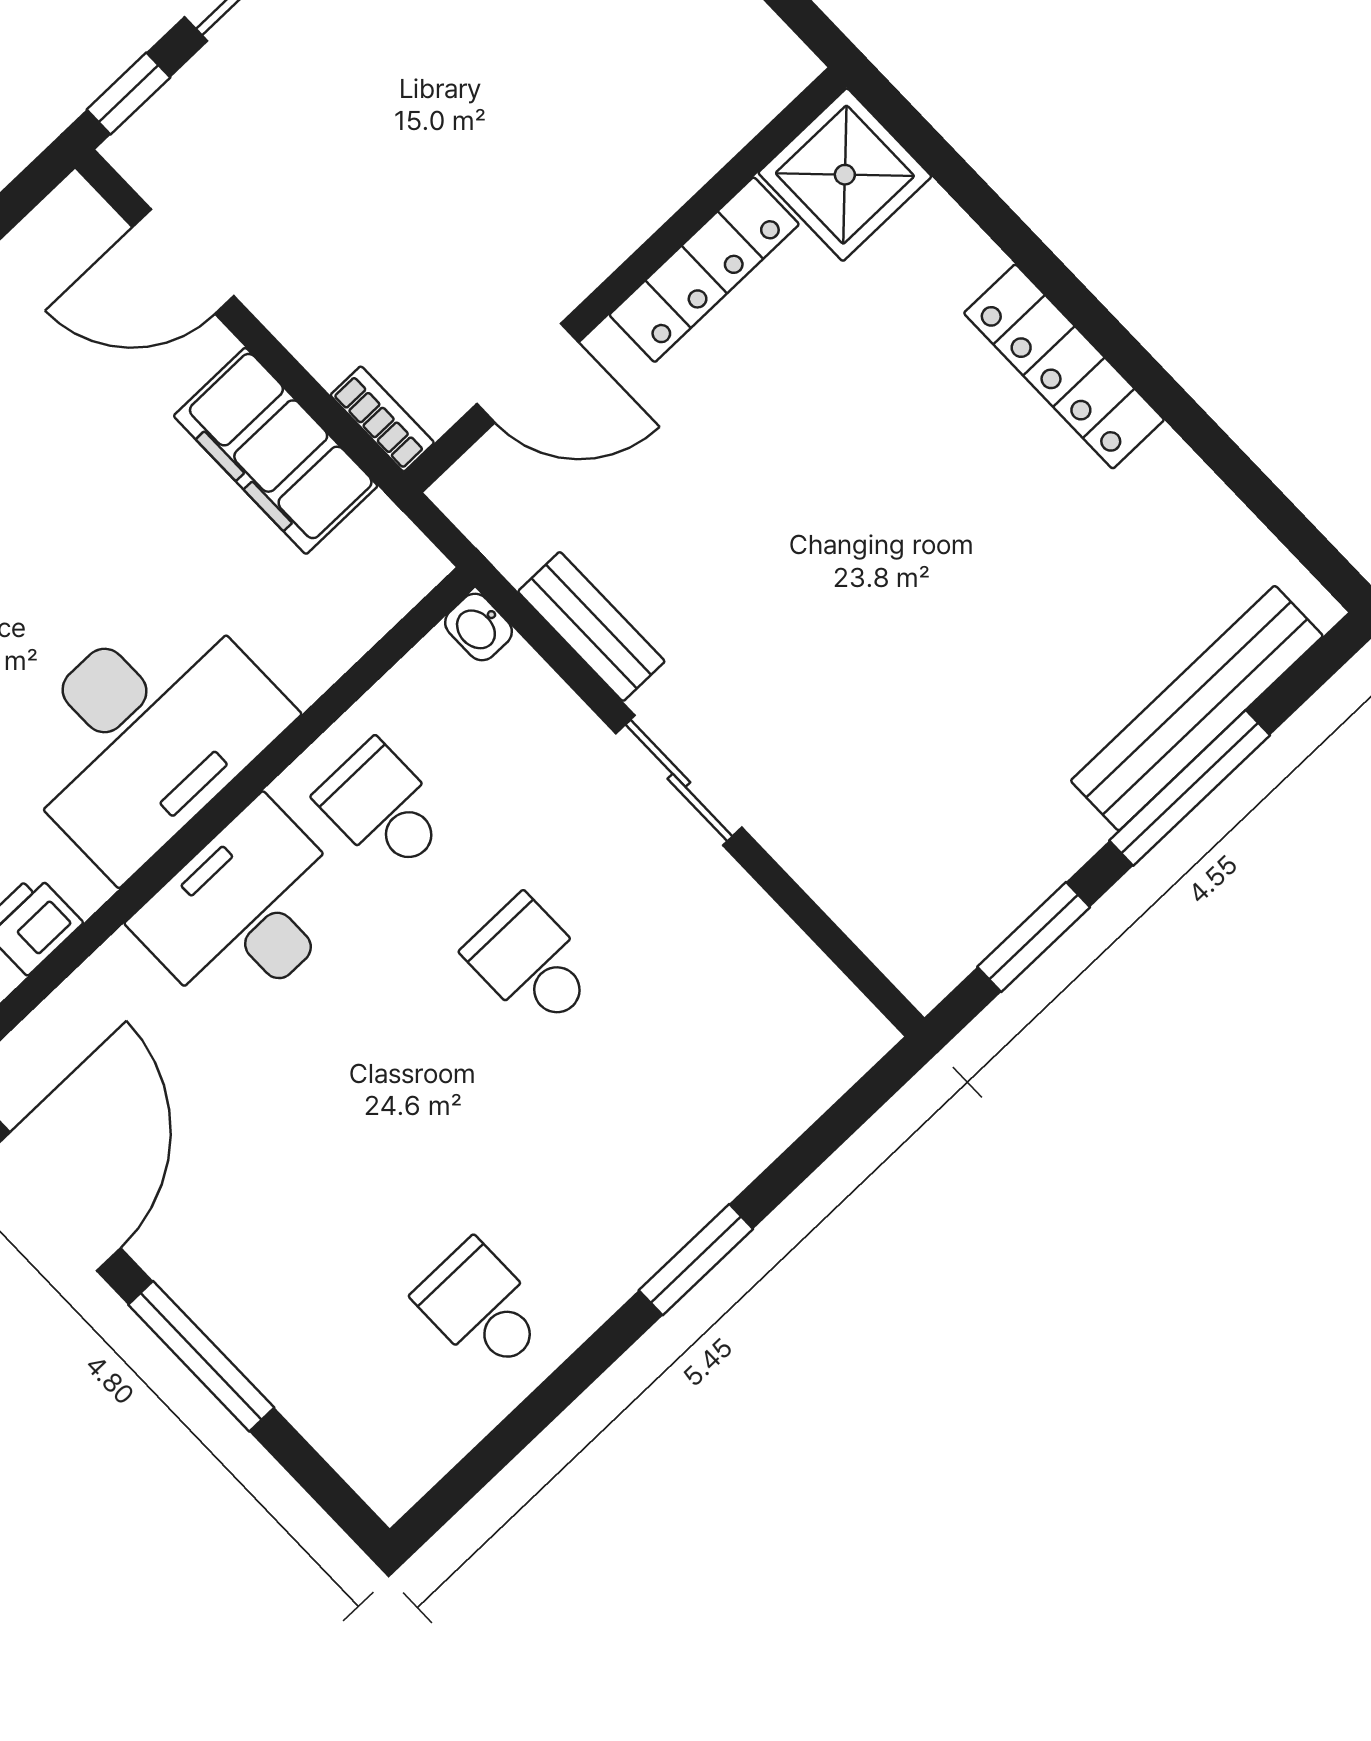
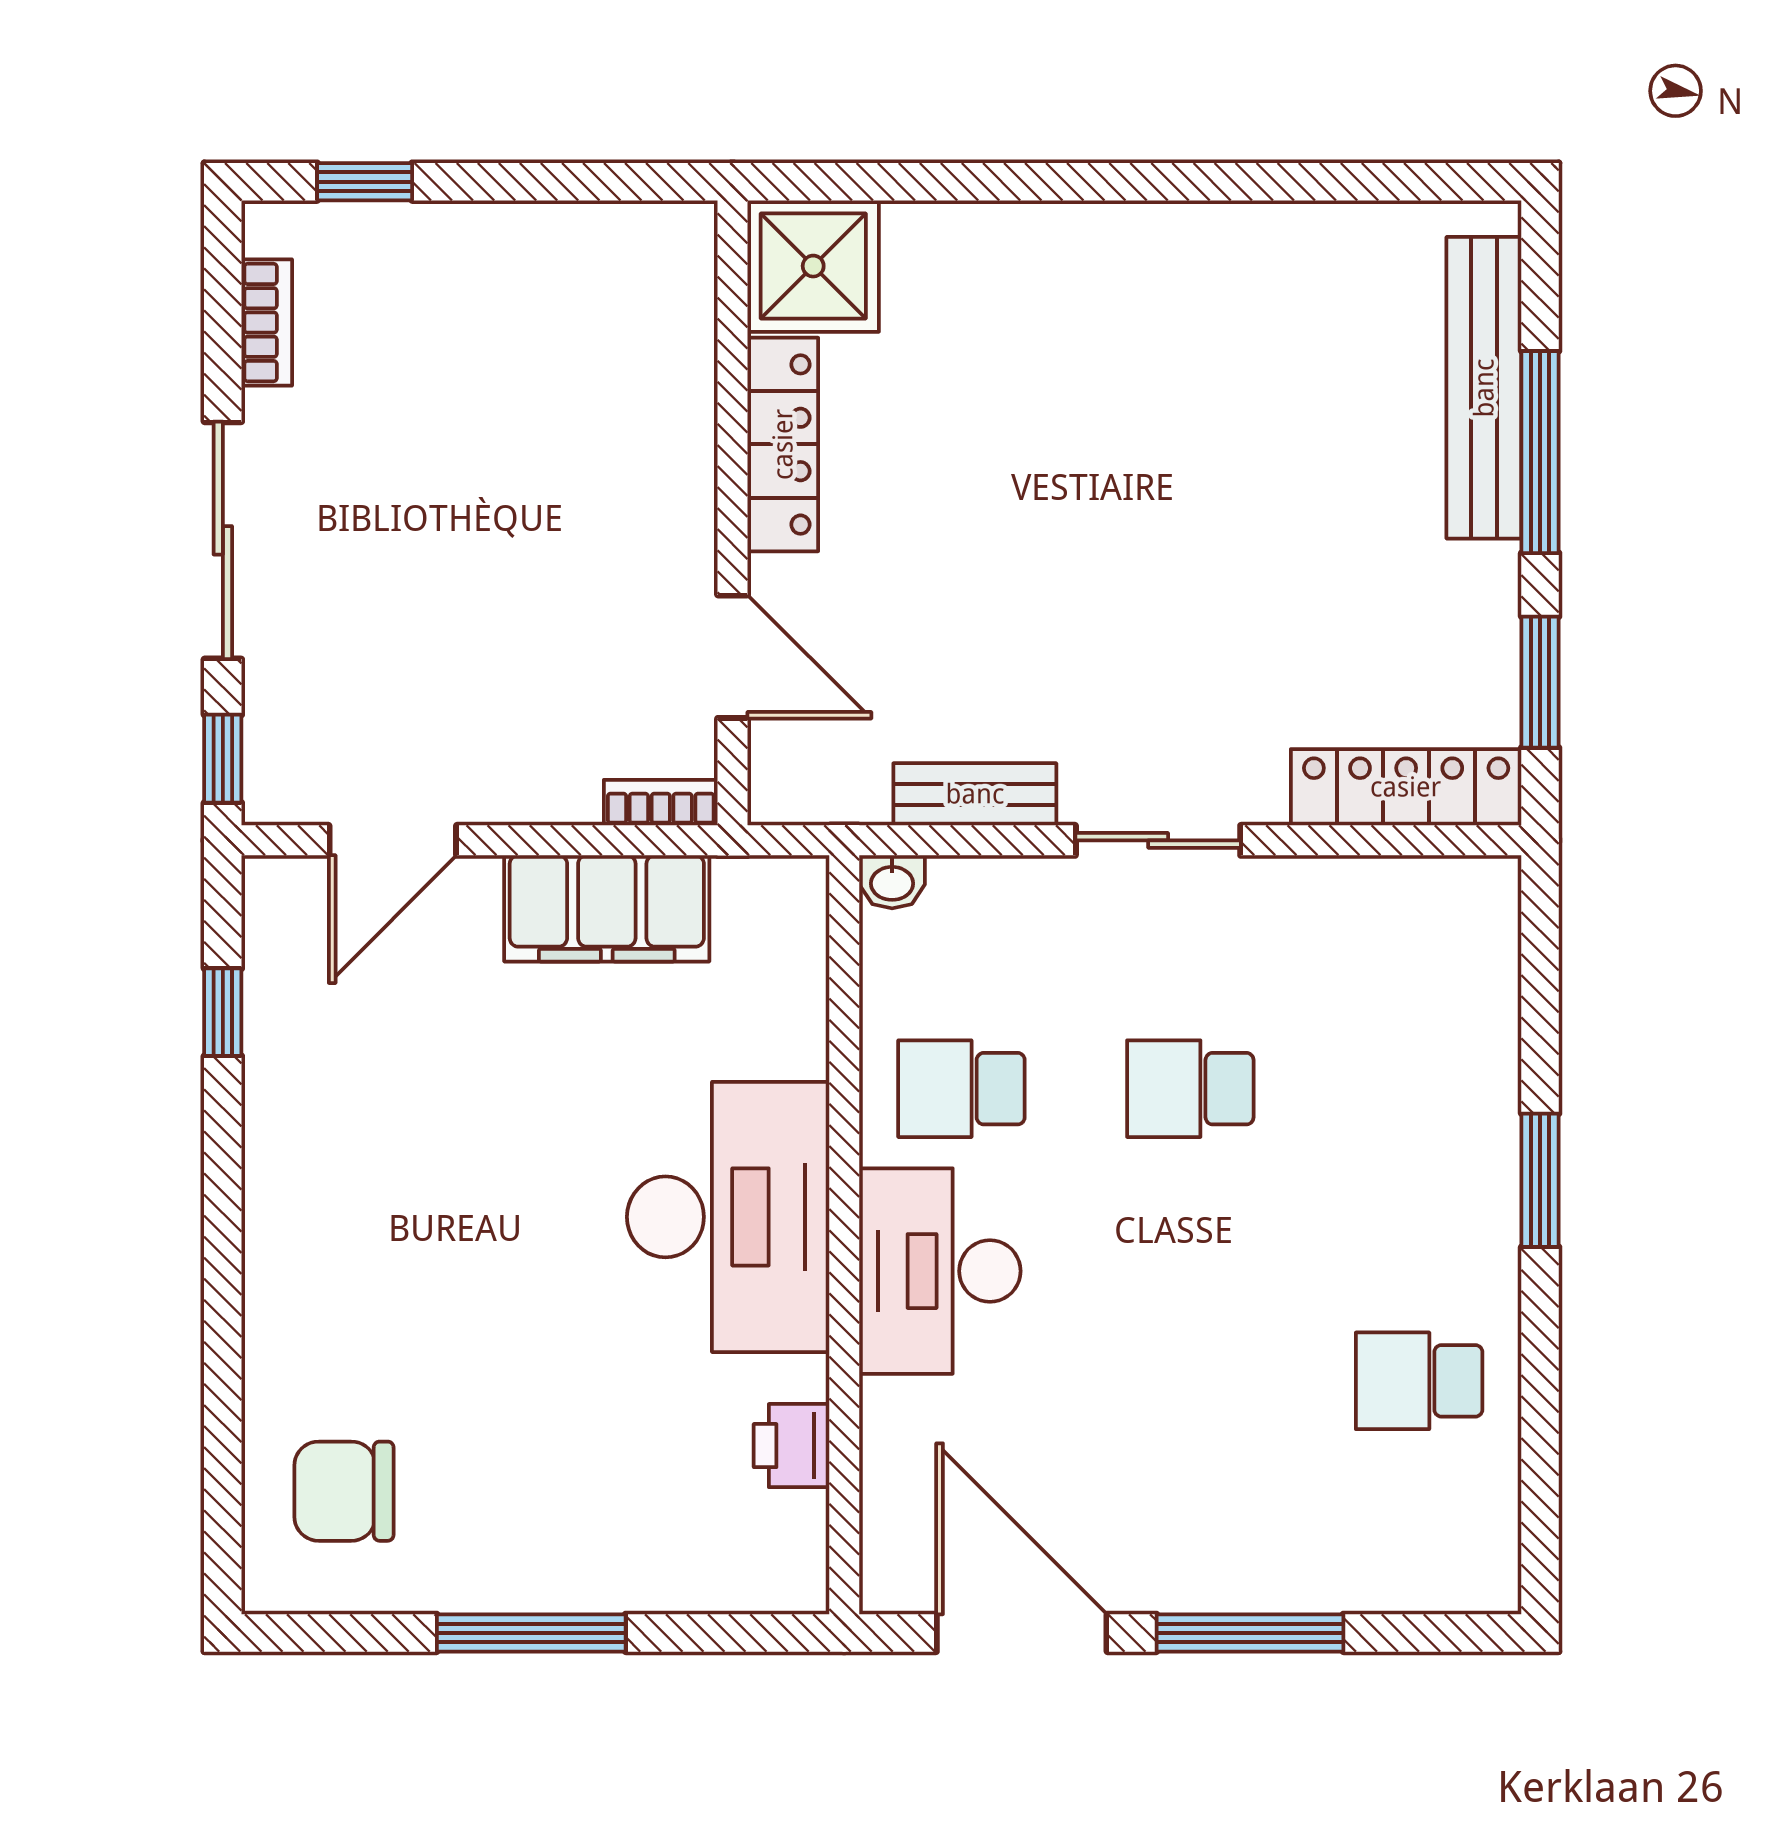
locker: (1064, 367) -> (1406, 787), moved, turned 180
door: (528, 373) -> (733, 657), hinge flipped

